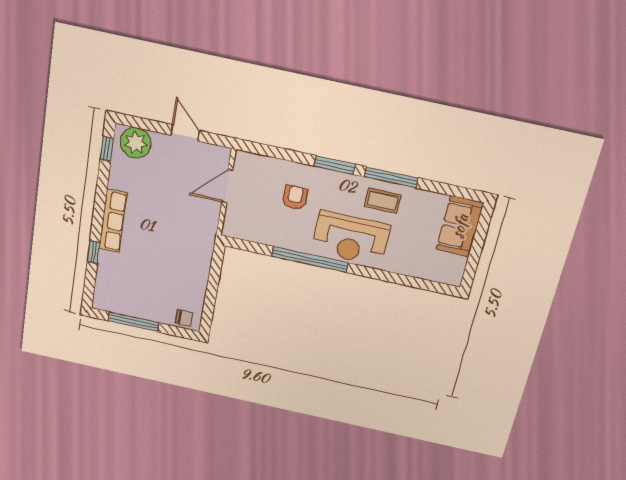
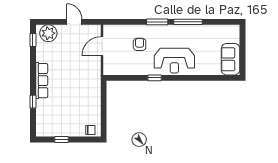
coffee table: (383, 201) -> (187, 36), removed
sofa: (460, 226) -> (231, 59), moved
window: (310, 259) -> (155, 78), width x0.32
window: (133, 322) -> (62, 140), width x0.46

